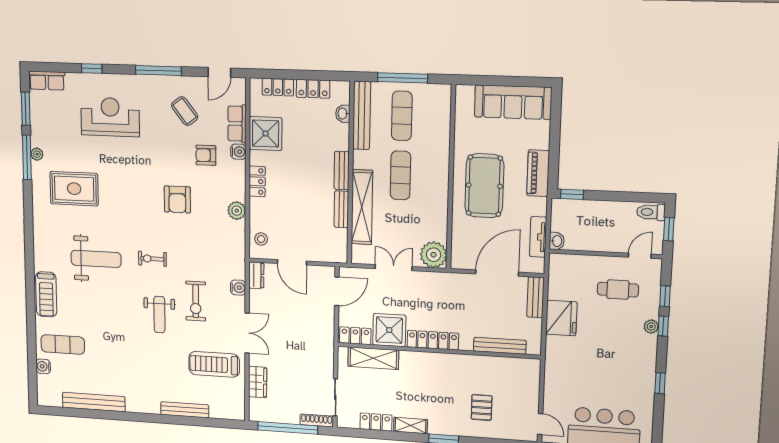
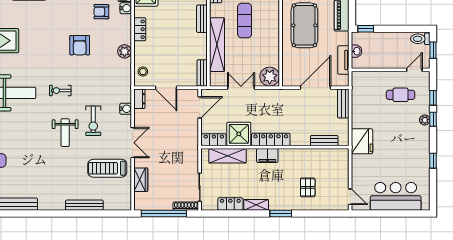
bench: (341, 209) -> (202, 73), moved
washbasin: (557, 241) -> (357, 51), moved
fridge: (561, 318) -> (362, 141), moved
bench: (500, 346) -> (324, 141), width x0.73
filing cabinet: (427, 361) -> (267, 155), added

